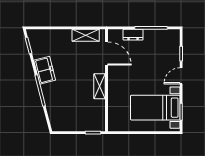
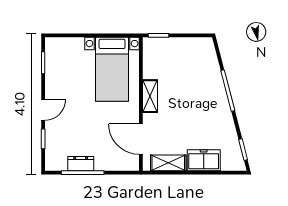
dresser: (133, 35) -> (81, 164), moved
freezer: (45, 70) -> (204, 160), moved, turned 104
bed with nightstands: (155, 108) -> (112, 69), moved, turned 90

